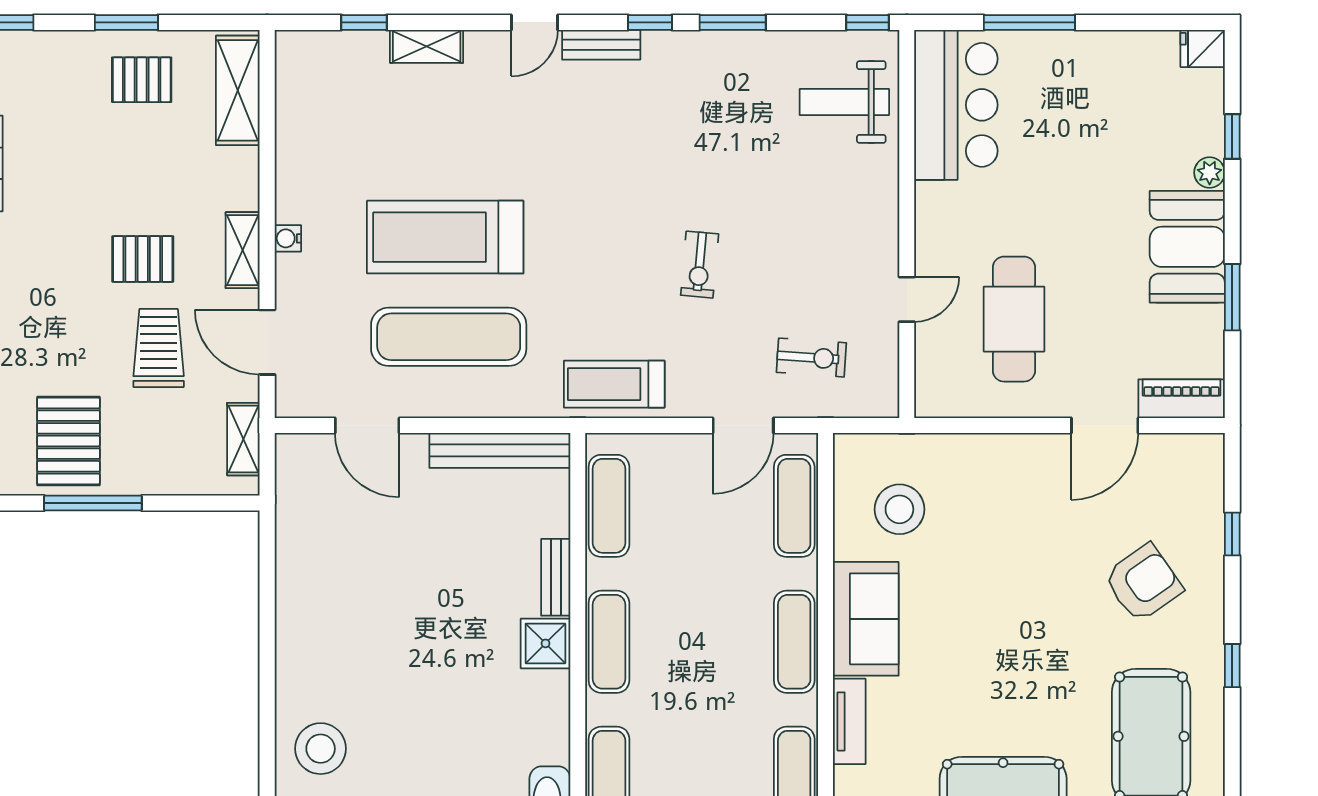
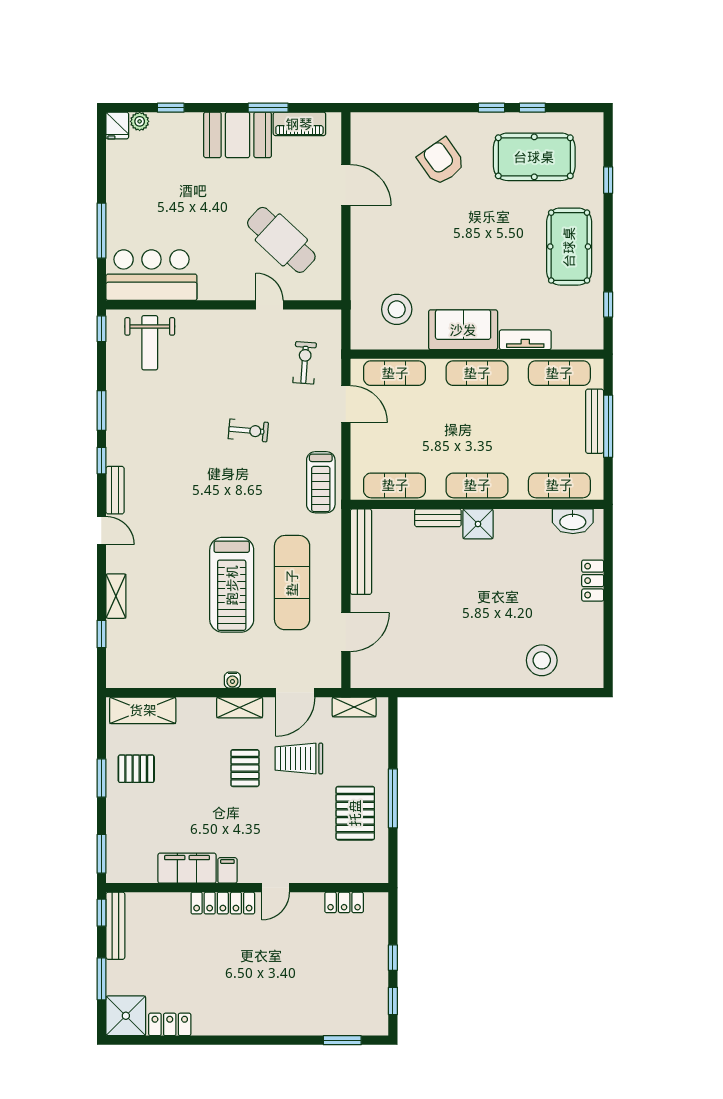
pallet: (142, 80) -> (136, 769), turned 90
plant: (1210, 173) -> (140, 121), moved
cafe table: (1014, 319) -> (281, 240), turned 43
piano: (1182, 399) -> (299, 124), moved, turned -90
pallet: (68, 441) -> (355, 813), turned 90
window: (1232, 534) -> (532, 108), moved

